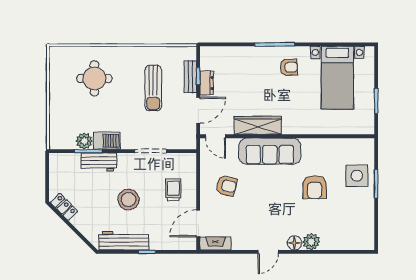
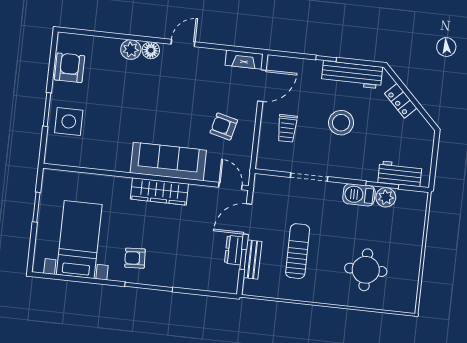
wardrobe: (258, 125) -> (159, 191), moved
workbench: (99, 162) -> (400, 174), moved
armchair: (315, 187) -> (70, 68), moved
locker: (64, 207) -> (401, 101), moved

